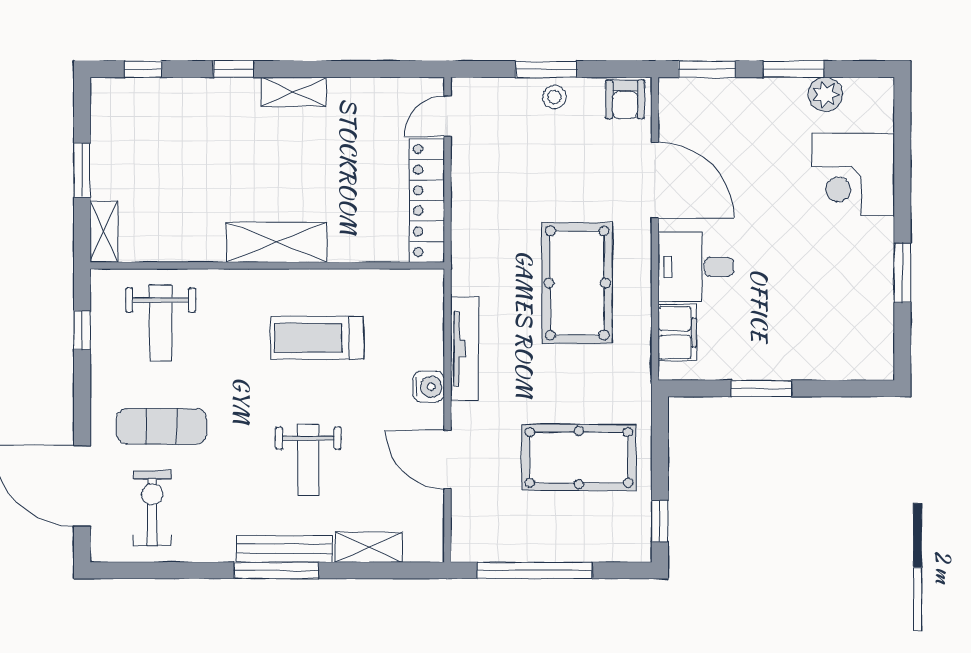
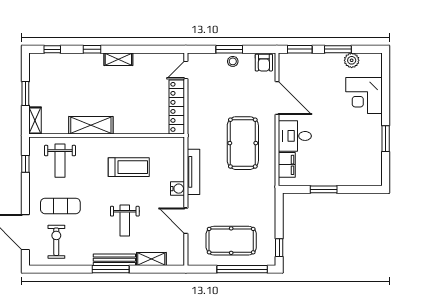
shelving: (276, 242) -> (91, 125), moved
treadmill: (317, 338) -> (129, 167), turned 180
pool table: (579, 457) -> (231, 241), moved
window: (534, 570) -> (242, 269), moved

